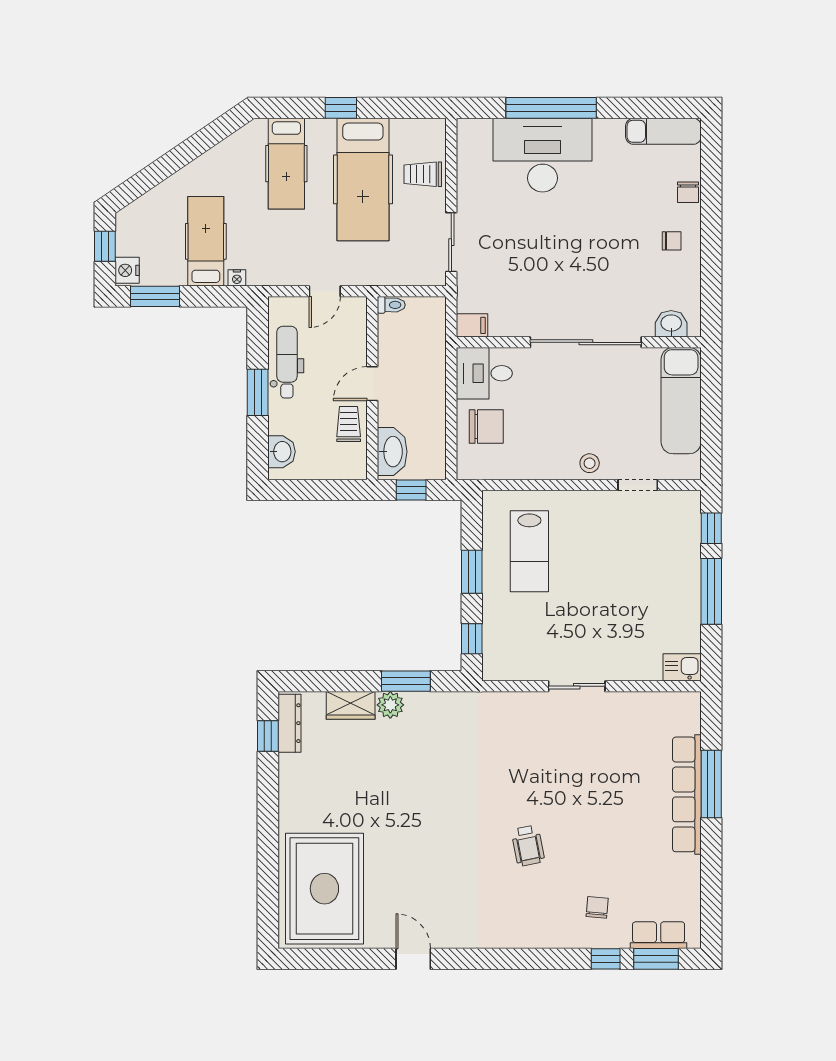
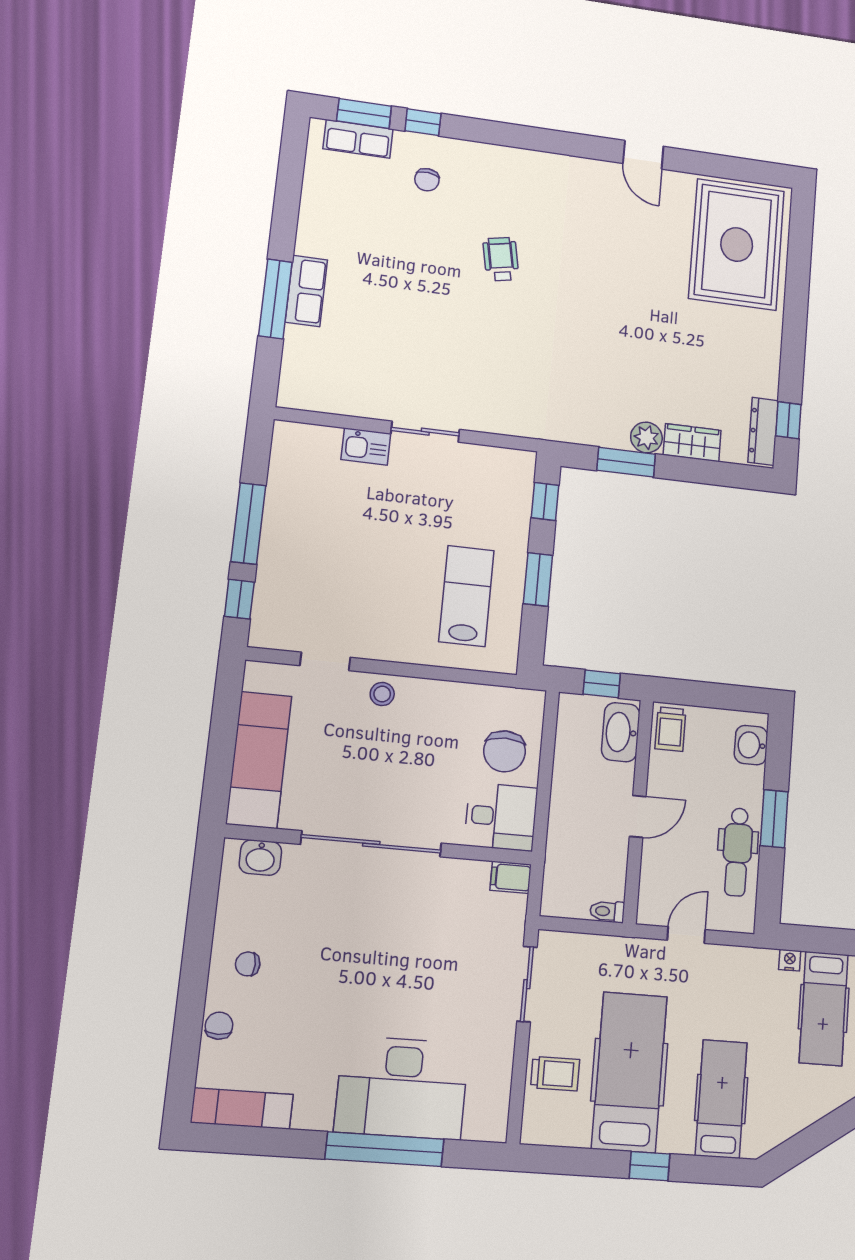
trolley: (349, 424) -> (670, 729), moved
chair: (486, 426) -> (505, 751), turned -90
kitchen sink: (682, 667) -> (366, 446), moved
row of seats: (687, 794) -> (306, 291), width x0.50

